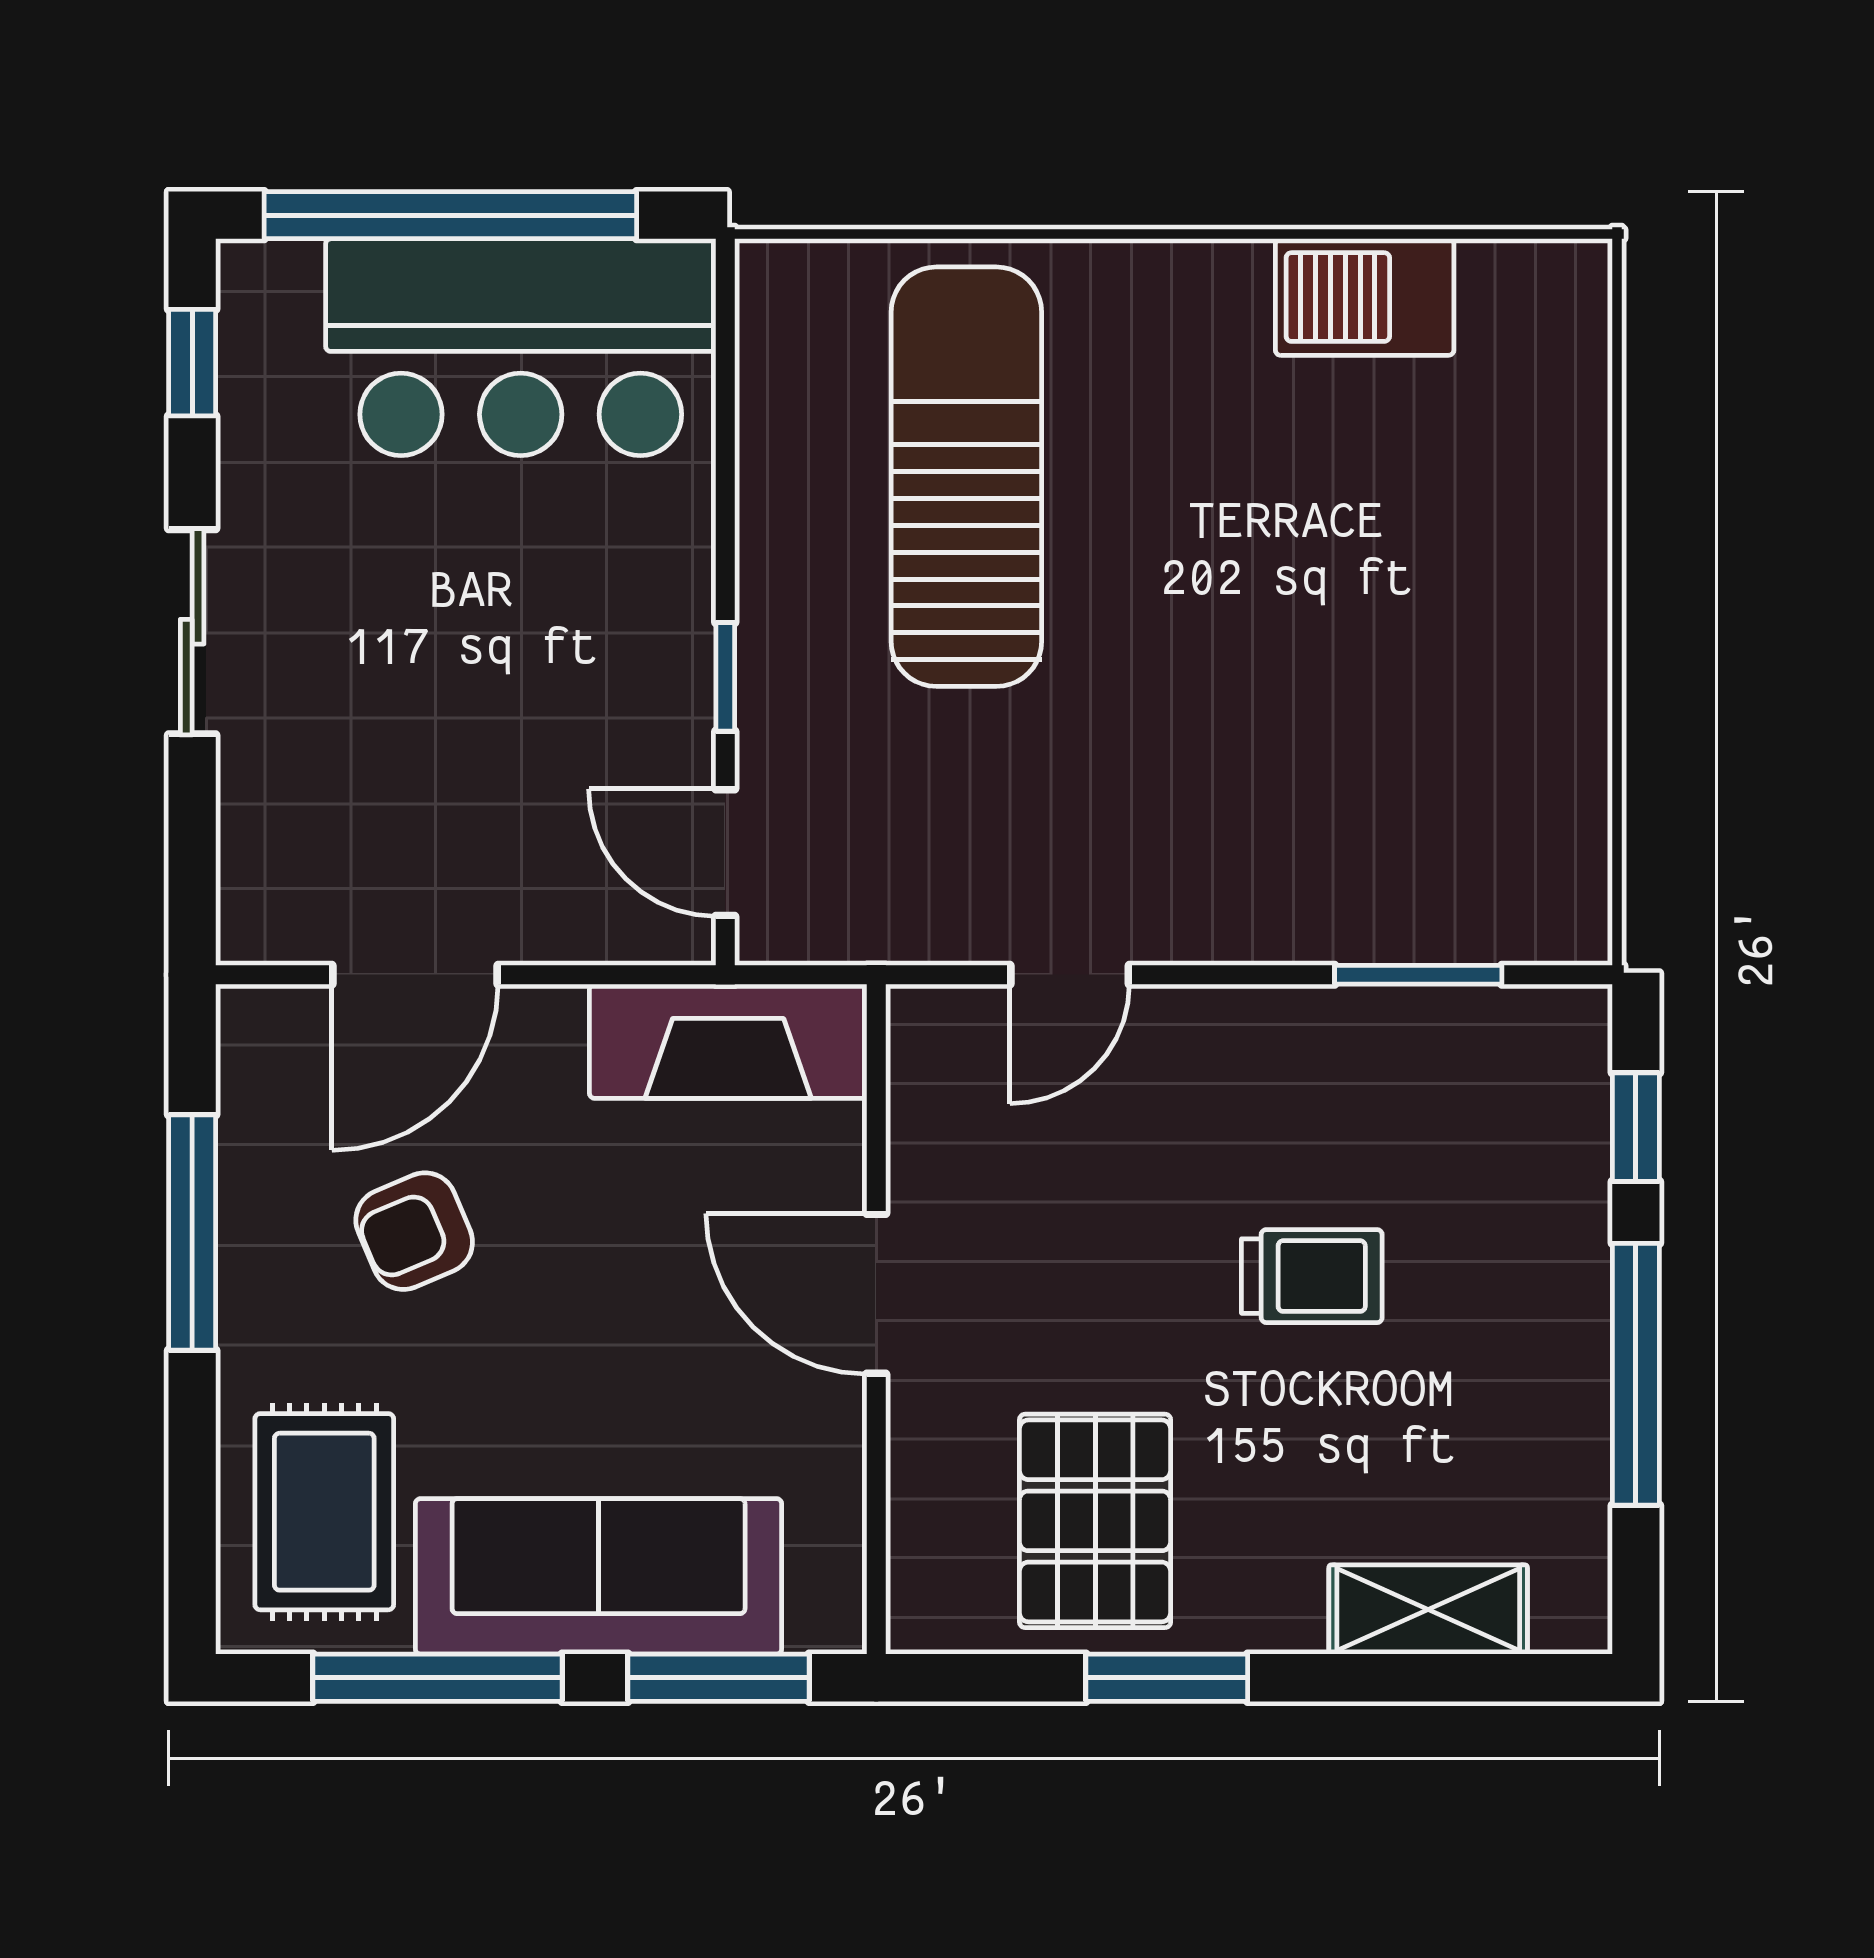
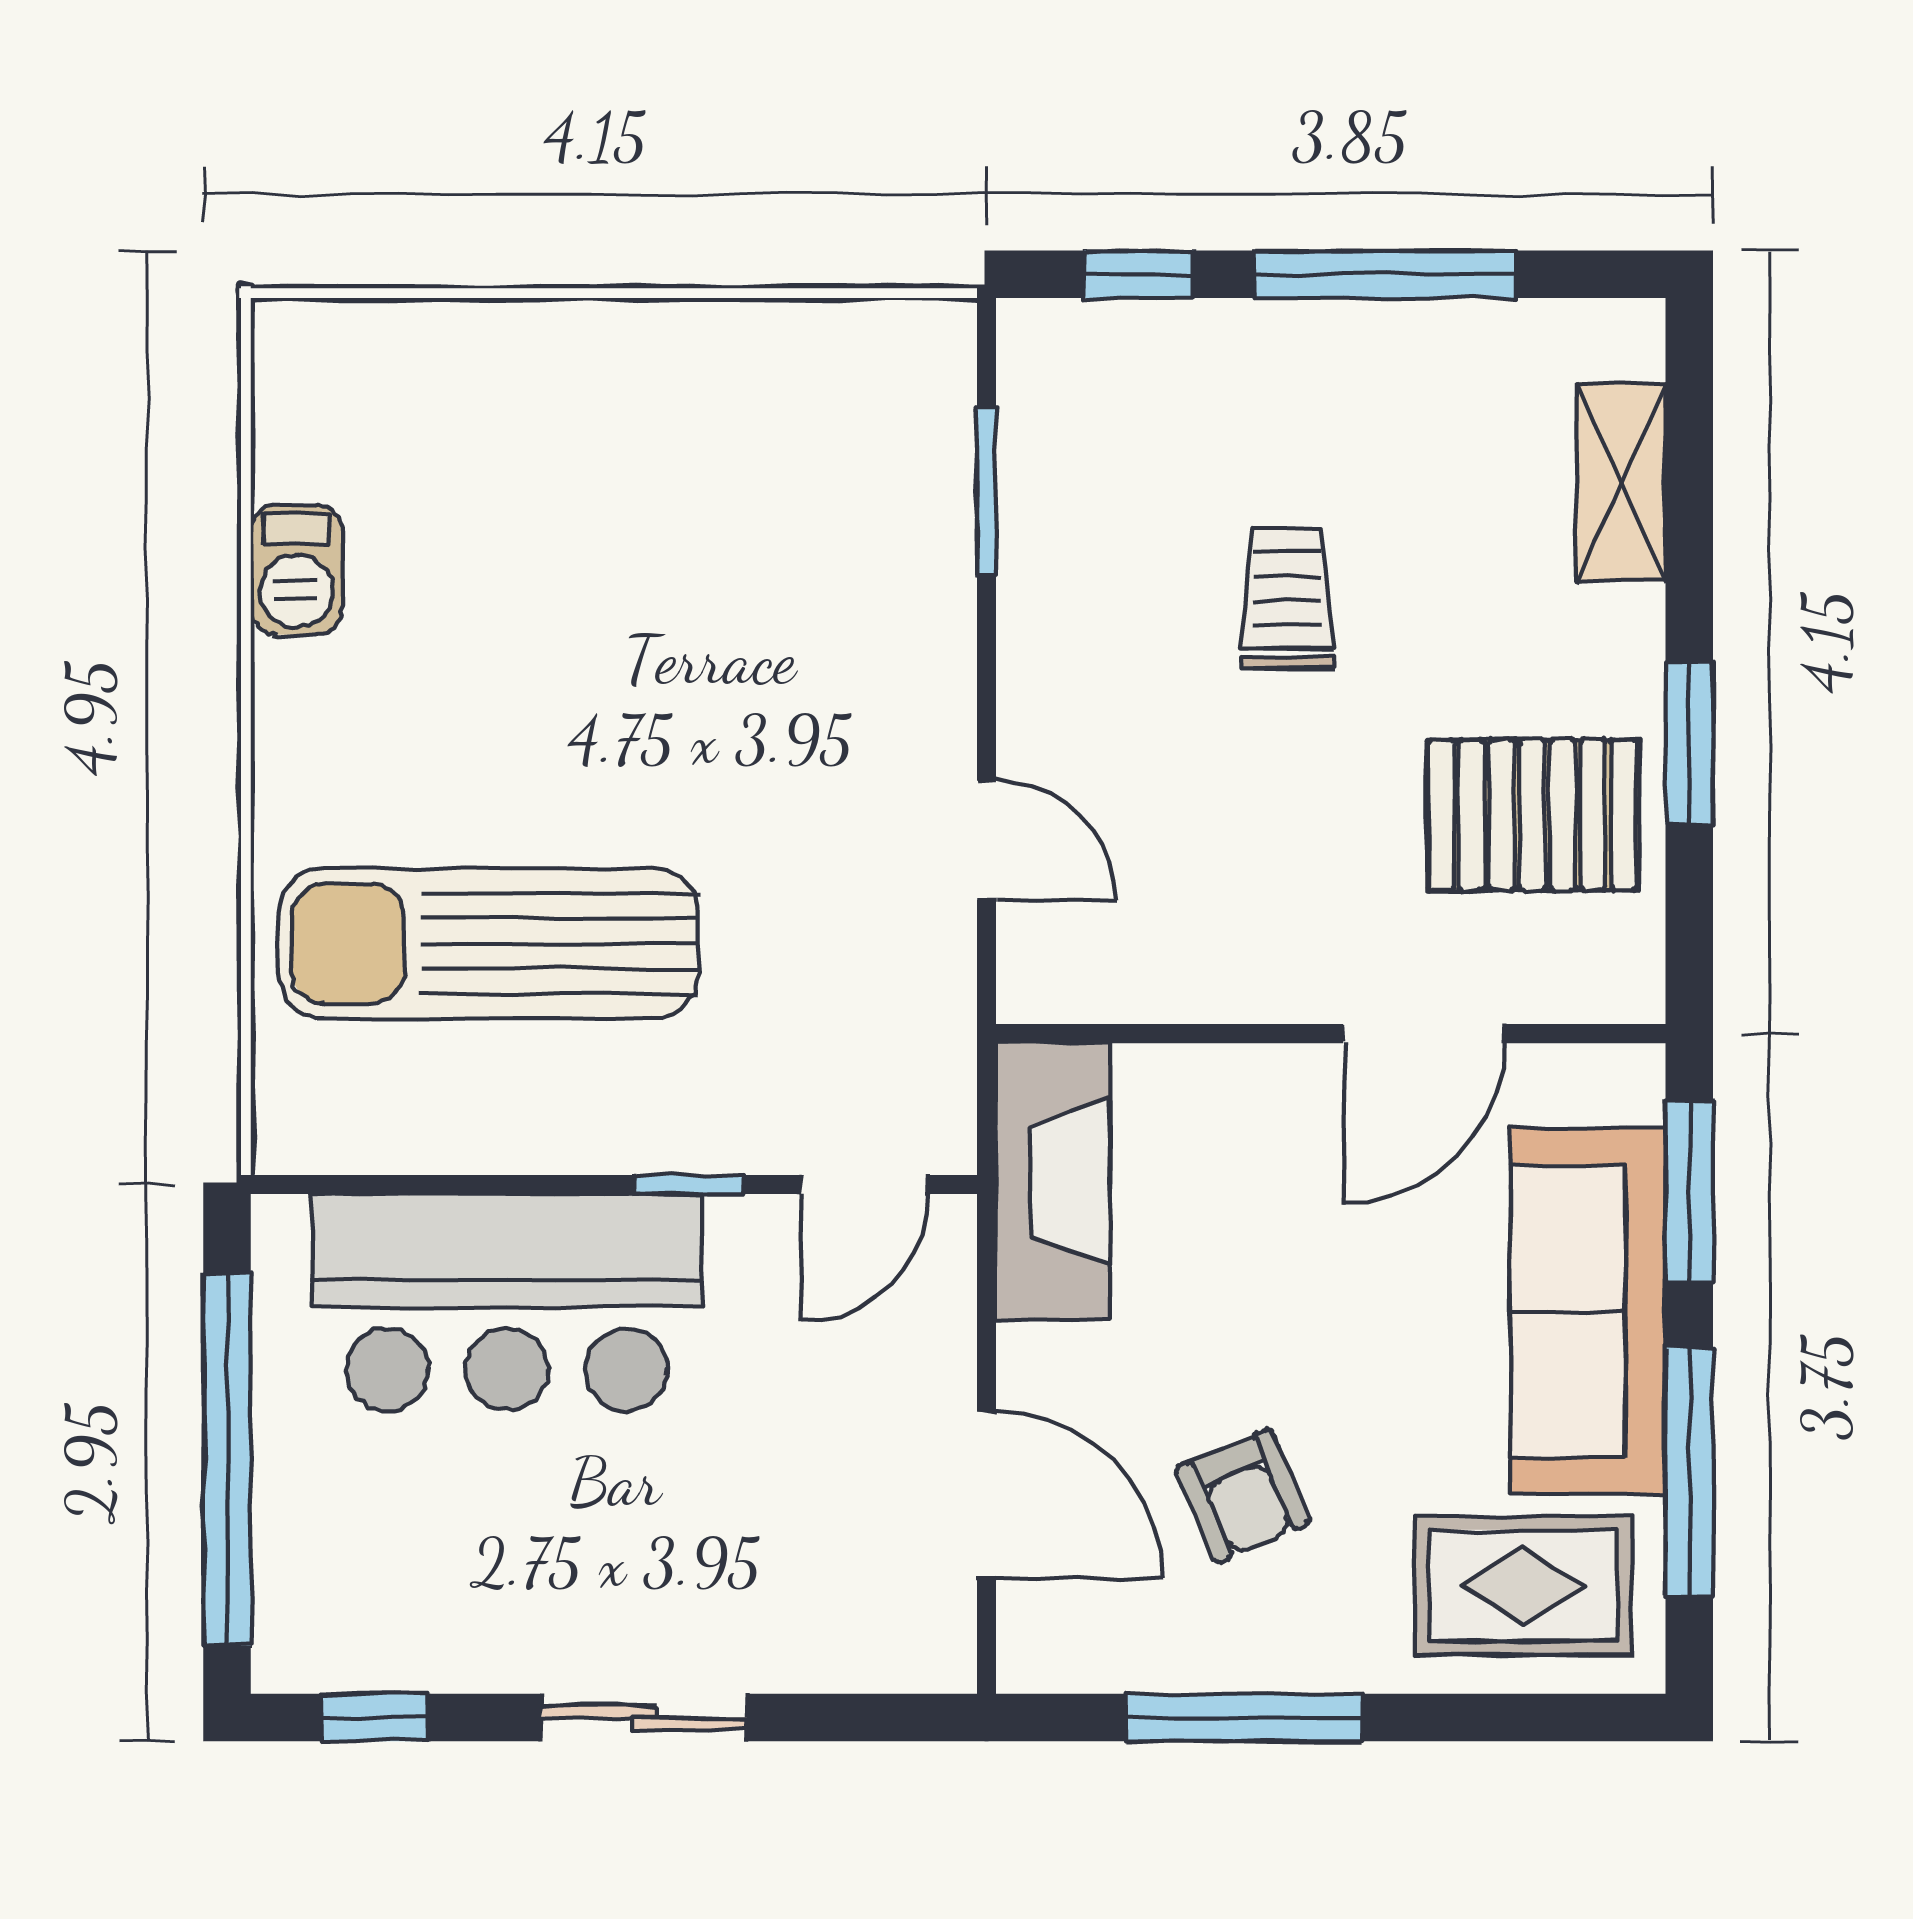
barbecue: (1365, 297) -> (297, 570), width x0.73, depth x0.79
bar counter: (521, 347) -> (507, 1302), moved, turned 90
door: (876, 1294) -> (1424, 1034), moved

